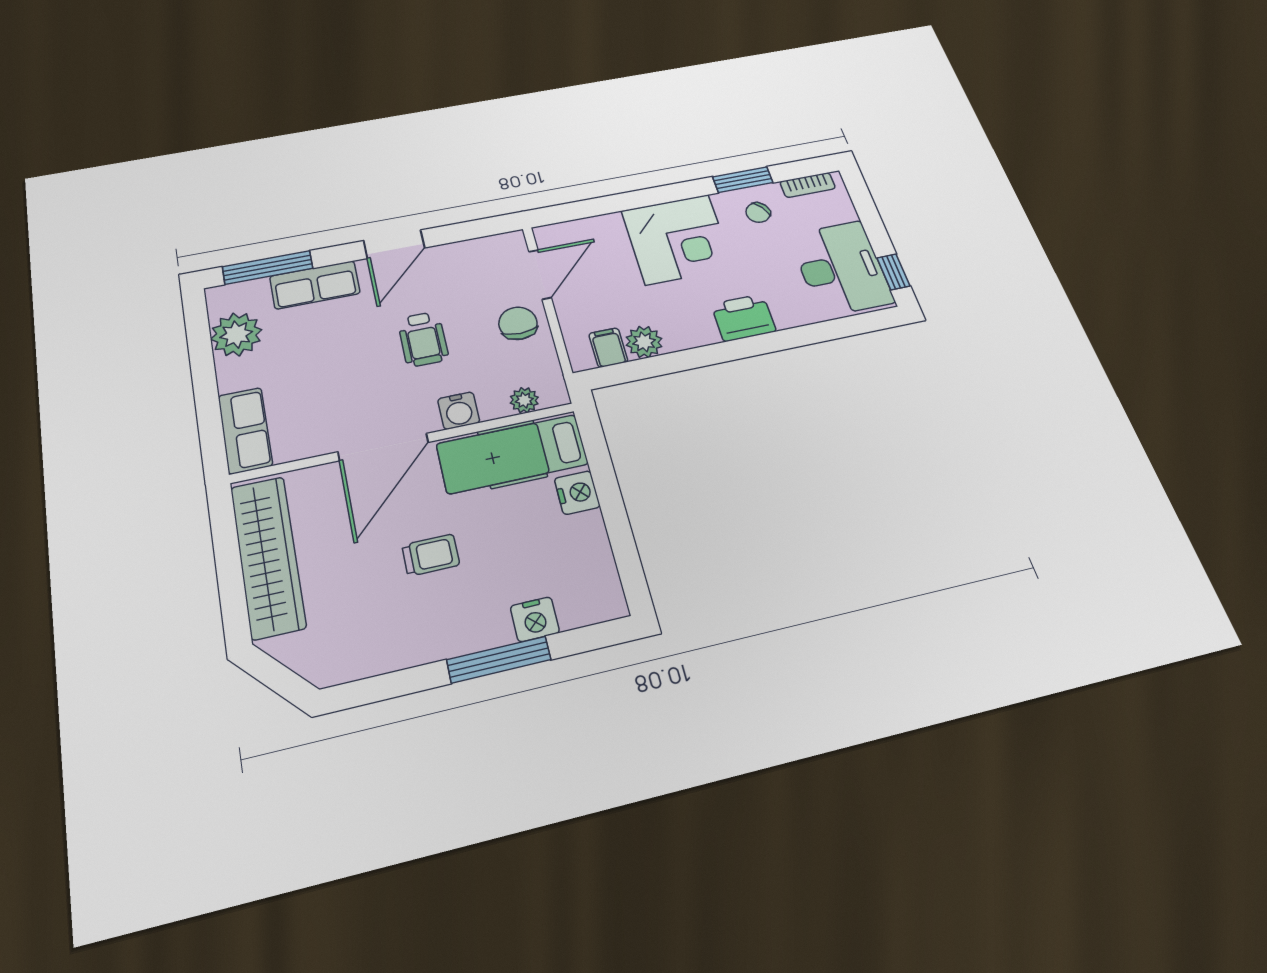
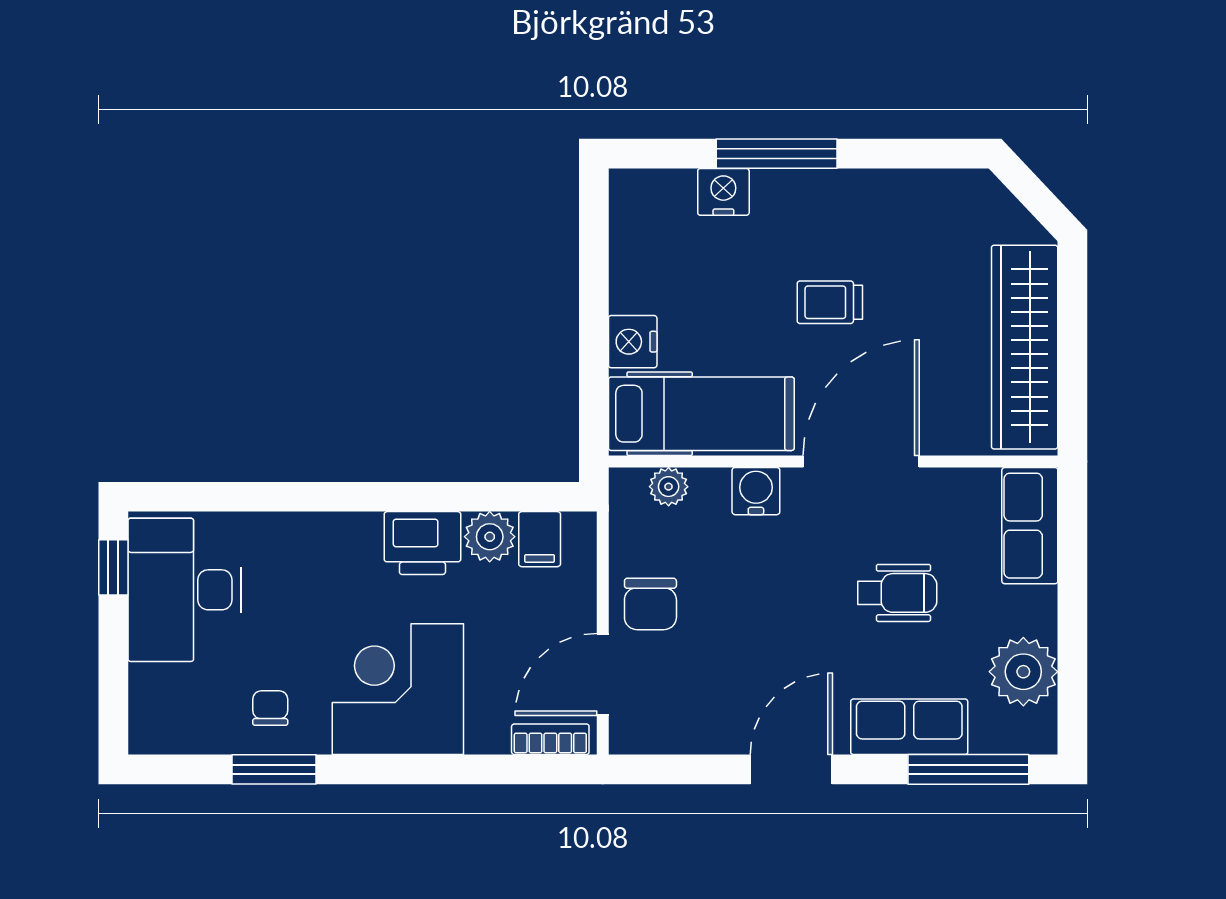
bookcase: (808, 185) -> (550, 739), moved
chair: (758, 213) -> (270, 708), turned -54
printer: (743, 318) -> (422, 543), moved
wheelchair: (423, 339) -> (897, 593), moved, turned 90

